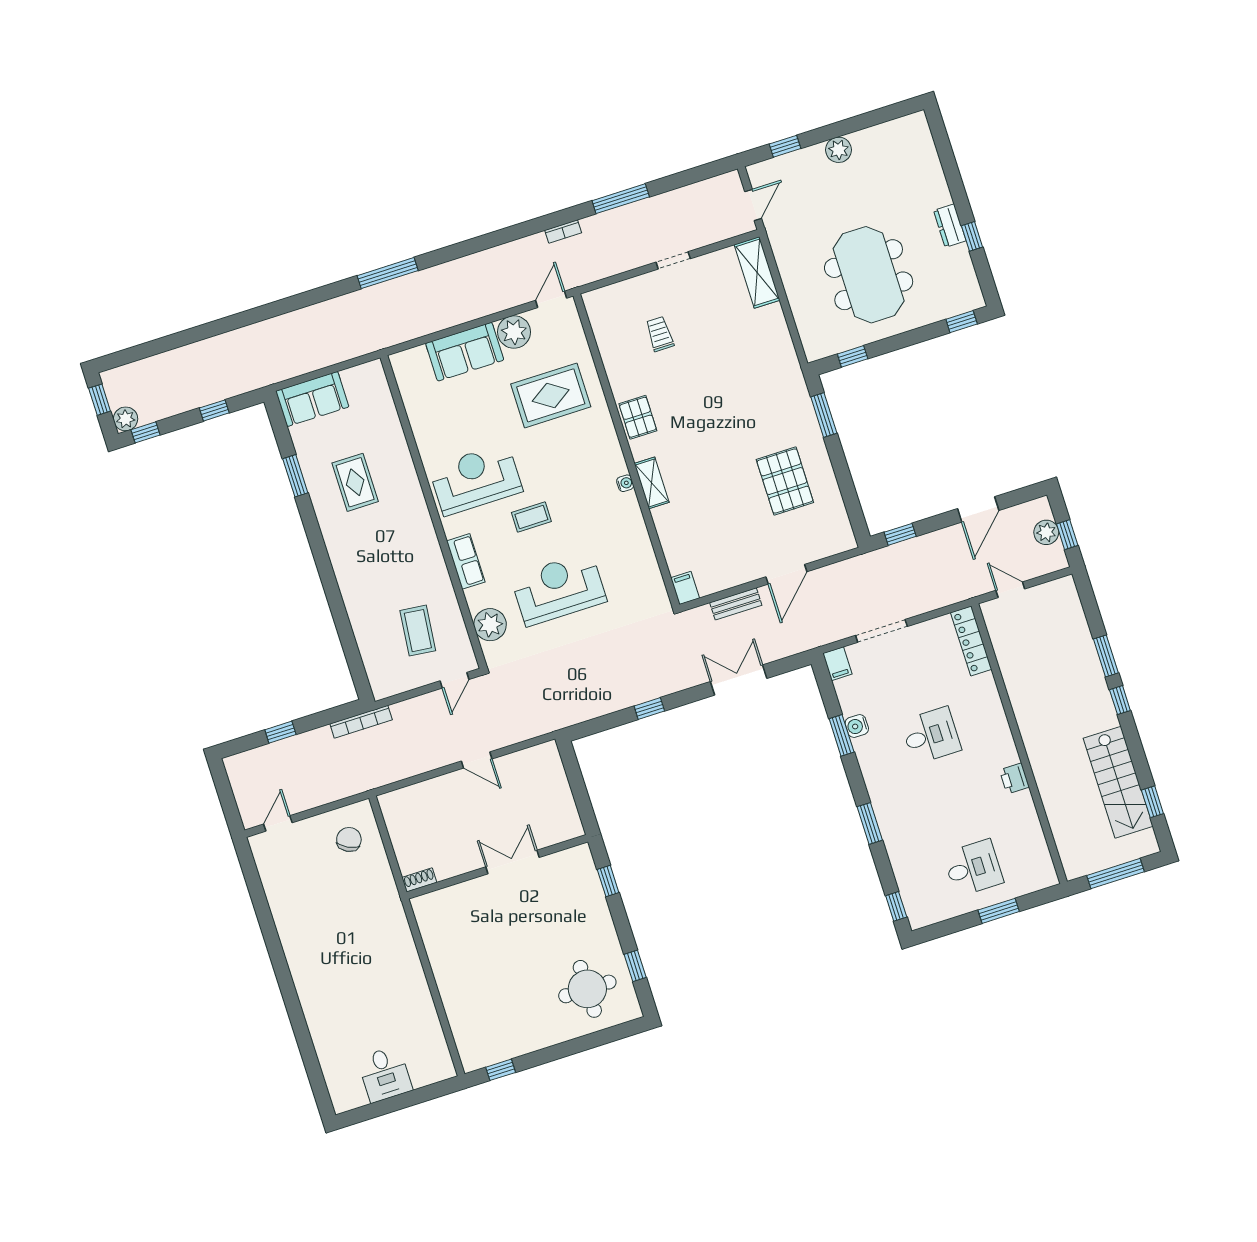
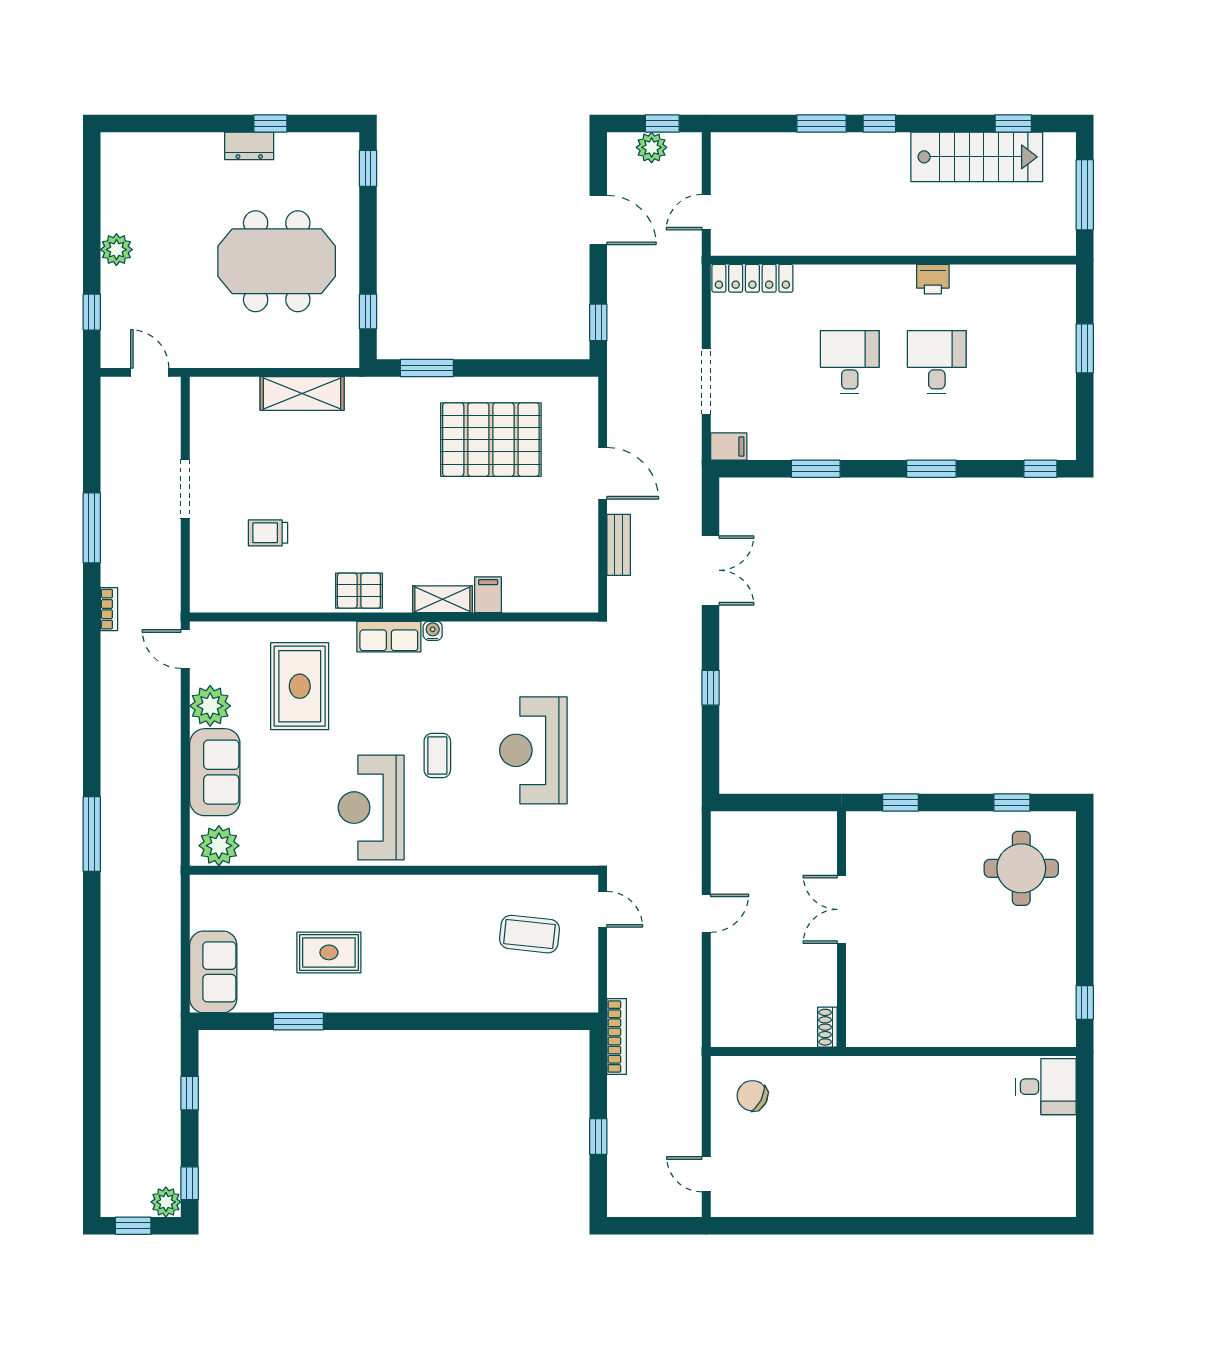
doorway: (673, 260) -> (185, 489), width x1.38
shelving: (757, 272) -> (302, 393), moved
pallet: (785, 481) -> (491, 440), width x1.37, depth x1.41
row of seats: (466, 561) -> (389, 637), moved, turned 180
filing cabinet: (685, 588) -> (488, 595), moved, turned 90
plant: (490, 625) -> (219, 846), moved
double door: (739, 680) -> (711, 570), swing flipped
water cooler: (857, 726) -> (810, 447), removed
desk: (973, 868) -> (937, 362), moved
desk: (385, 1074) -> (1046, 1087), moved

